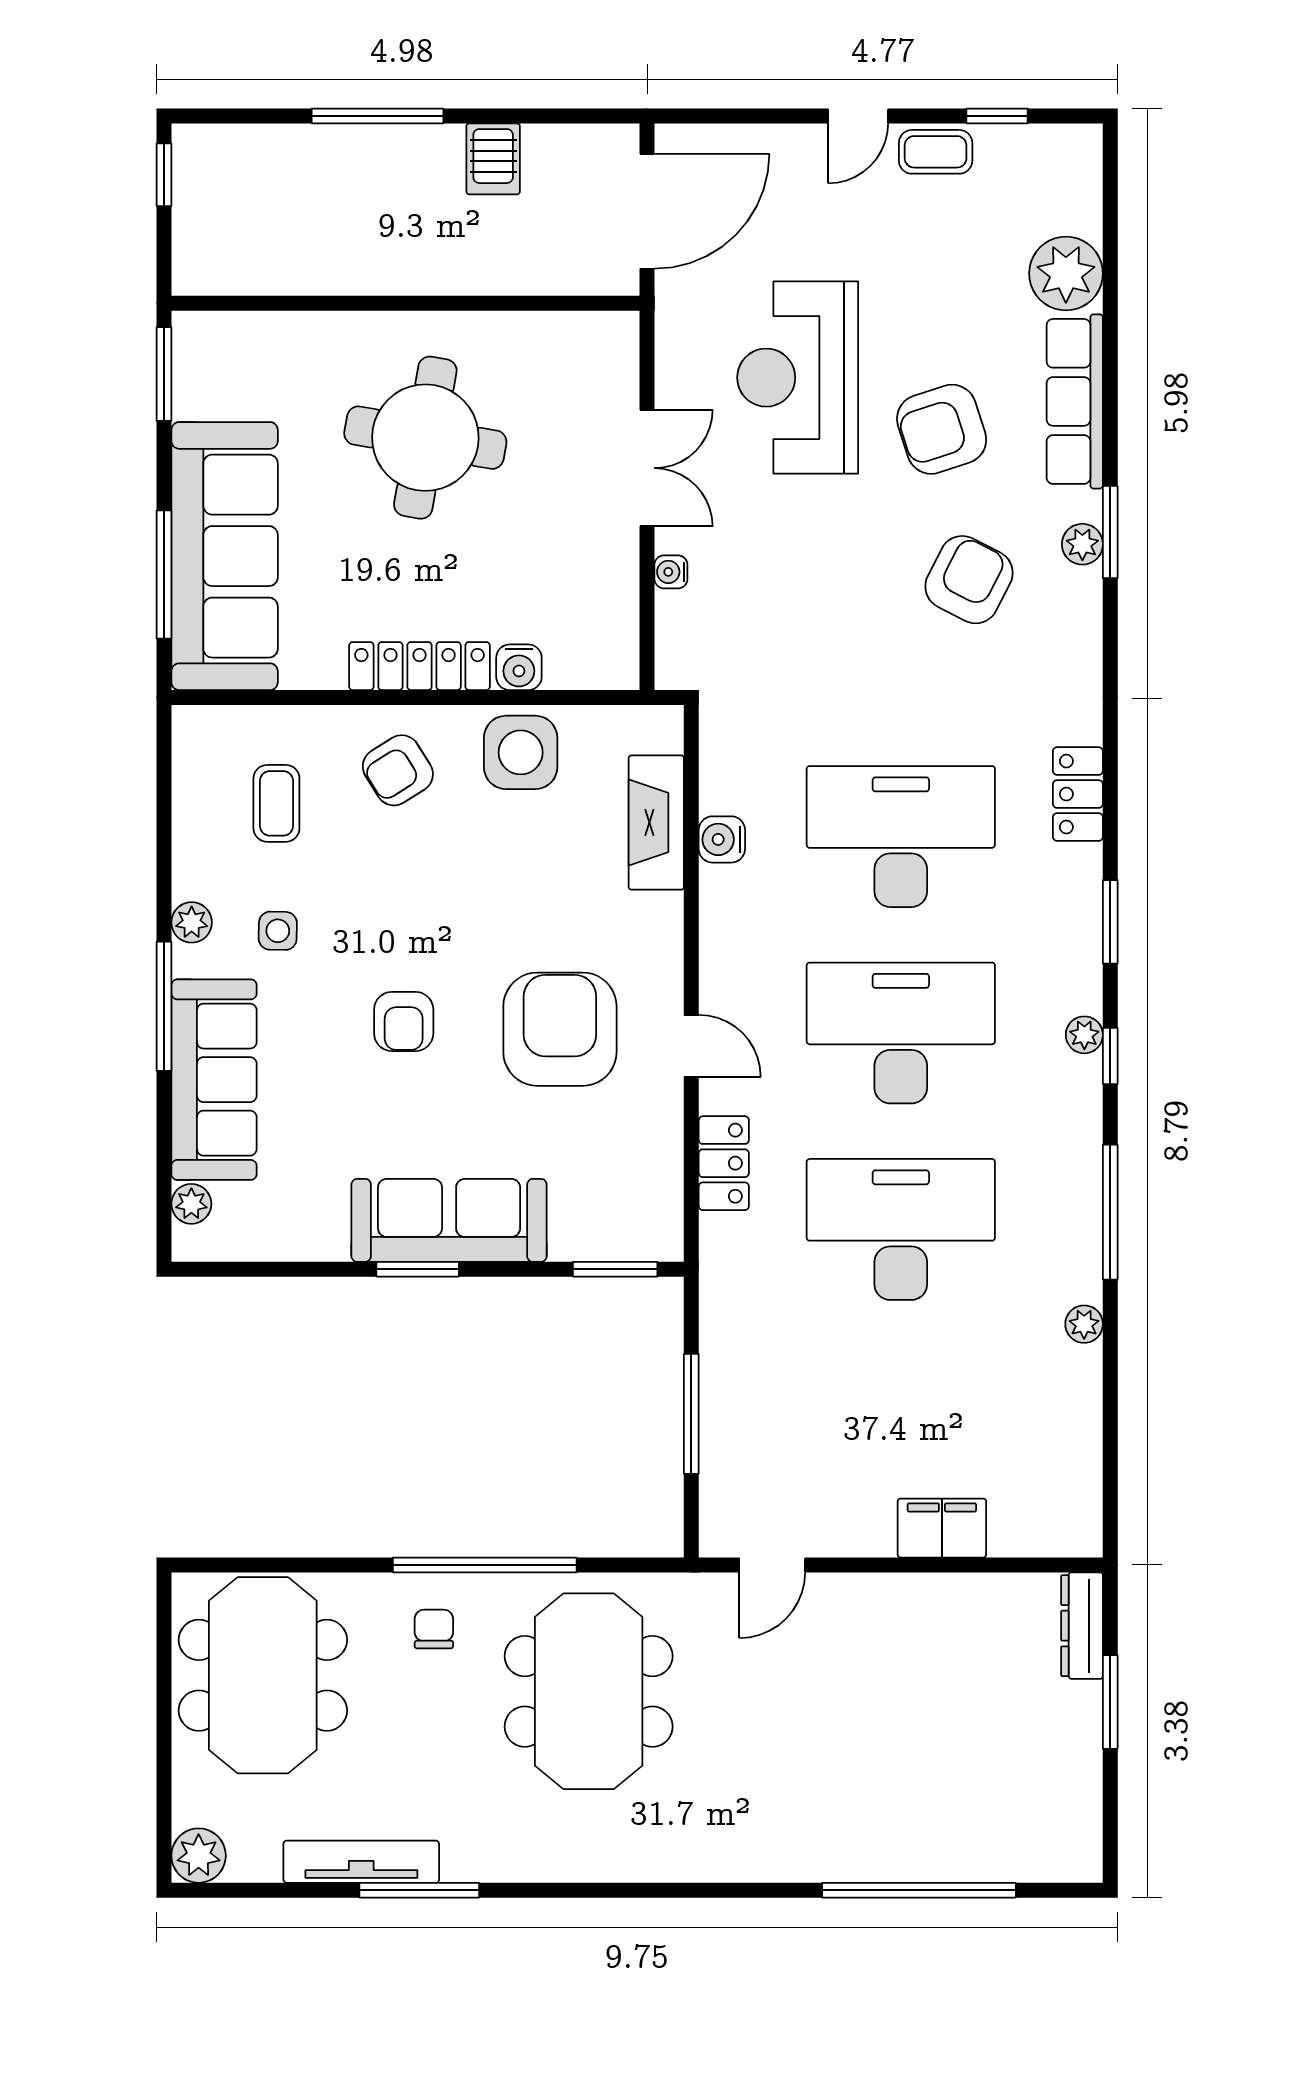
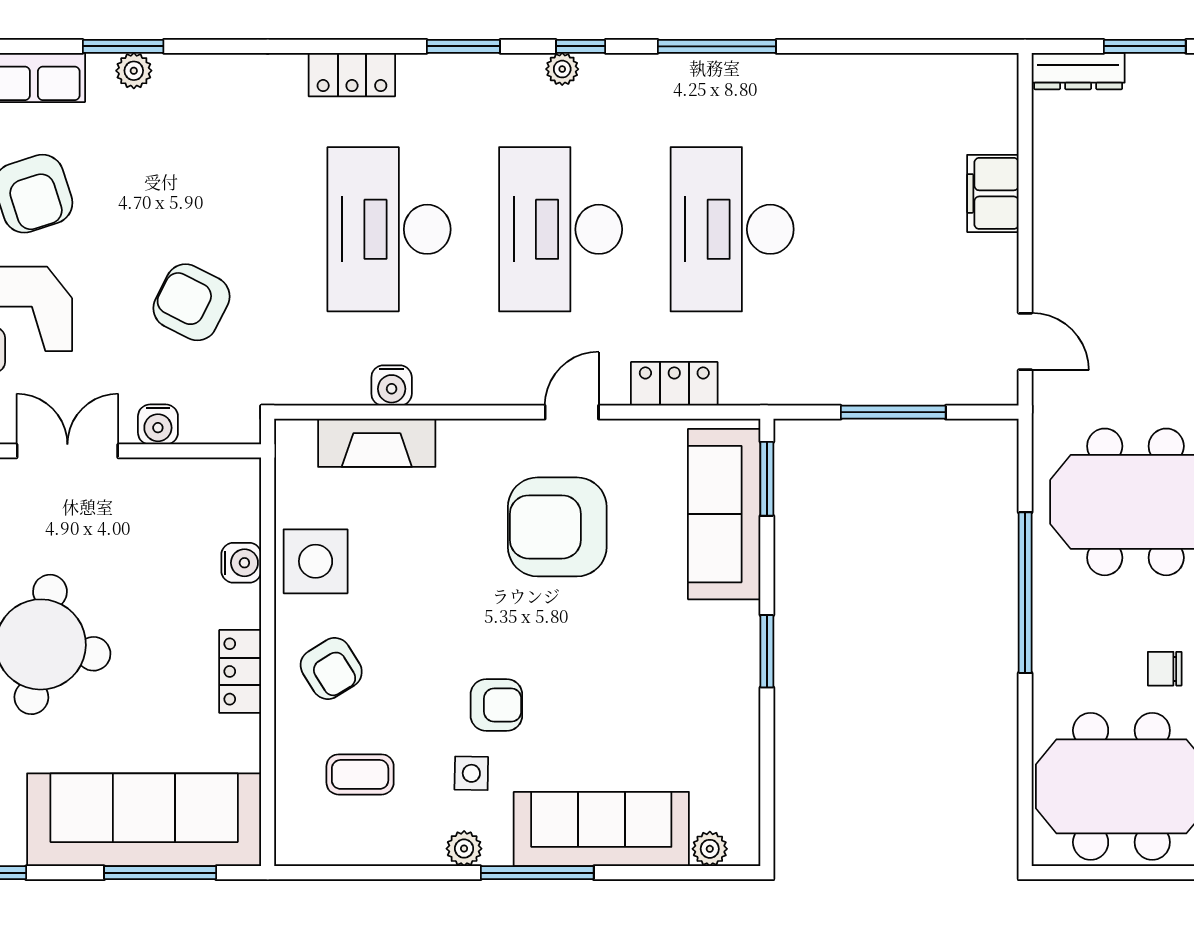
water cooler: (671, 572) -> (158, 424), width x1.38, depth x1.38
armchair: (969, 580) -> (191, 302), moved
locker: (420, 666) -> (240, 671), width x0.66
armchair: (404, 1021) -> (496, 705), moved
sofa: (449, 1220) -> (724, 514), moved
plant: (1084, 1324) -> (815, 69), removed
chair: (434, 1629) -> (1165, 669), moved

